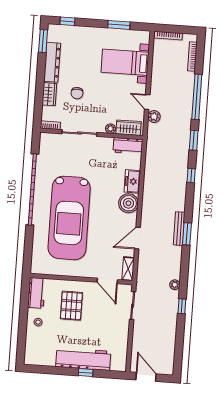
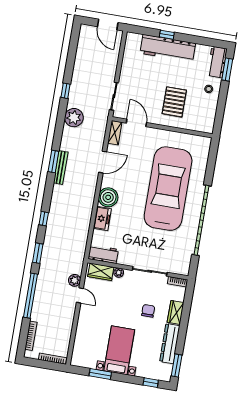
bed with nightstands: (125, 62) -> (119, 350), moved, turned -90
plant: (175, 285) -> (74, 118), width x1.87, depth x1.87
workbench: (36, 293) -> (217, 62), moved
window: (21, 343) -> (227, 70), added

